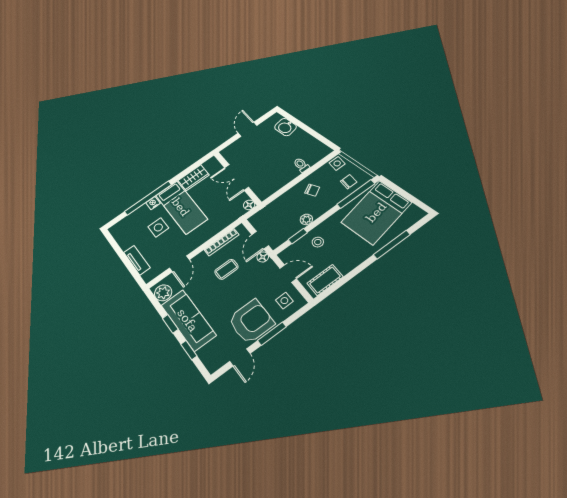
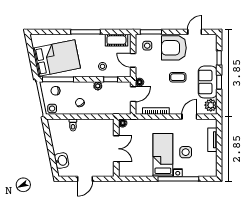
wardrobe: (194, 178) -> (142, 170), removed
window: (392, 245) -> (85, 32), moved
coffee table: (226, 269) -> (178, 77), moved
sofa: (188, 320) -> (208, 82), width x0.73
window: (272, 334) -> (151, 32), moved

